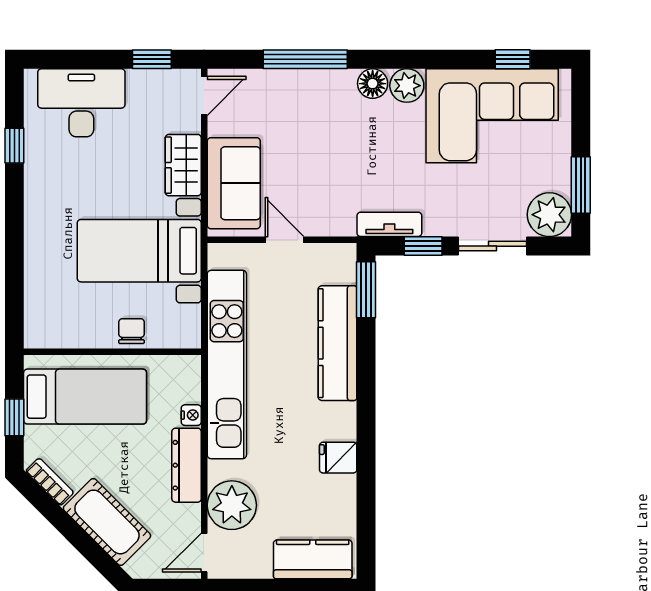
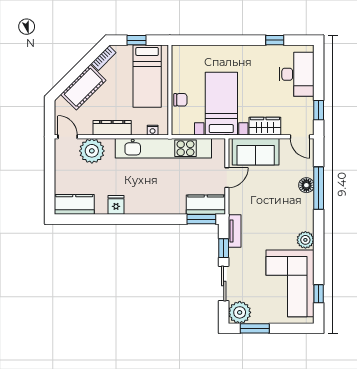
floor lamp: (373, 84) -> (306, 185), moved
kitchen counter: (338, 343) -> (206, 205), moved, width x0.67
nightstand: (191, 415) -> (153, 130), moved
kitchen counter: (313, 559) -> (74, 204), moved, turned -90

